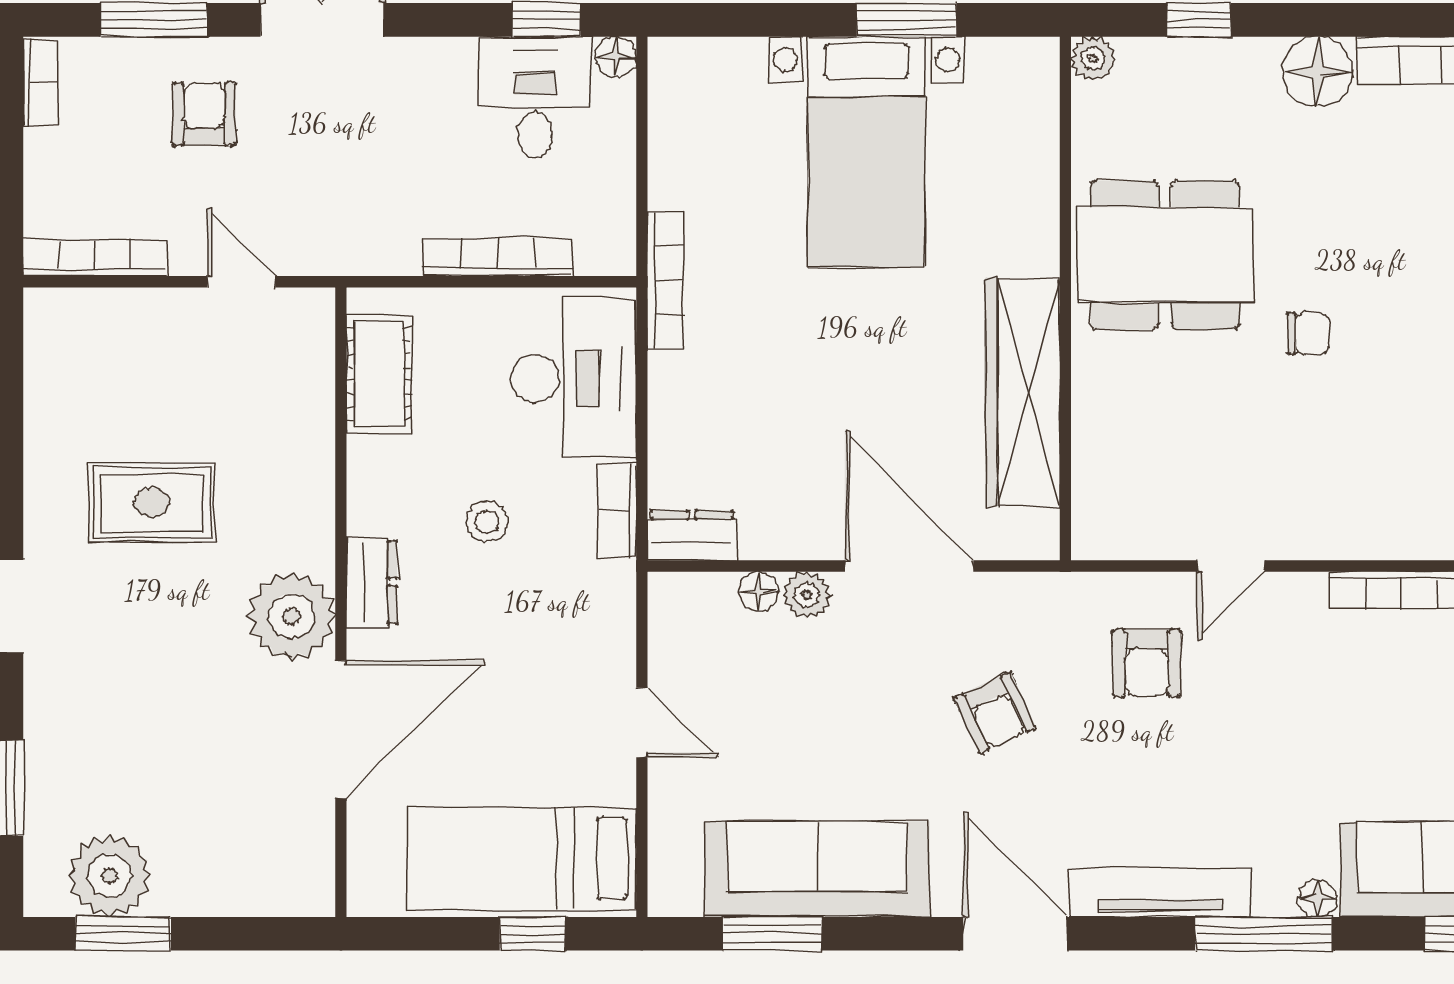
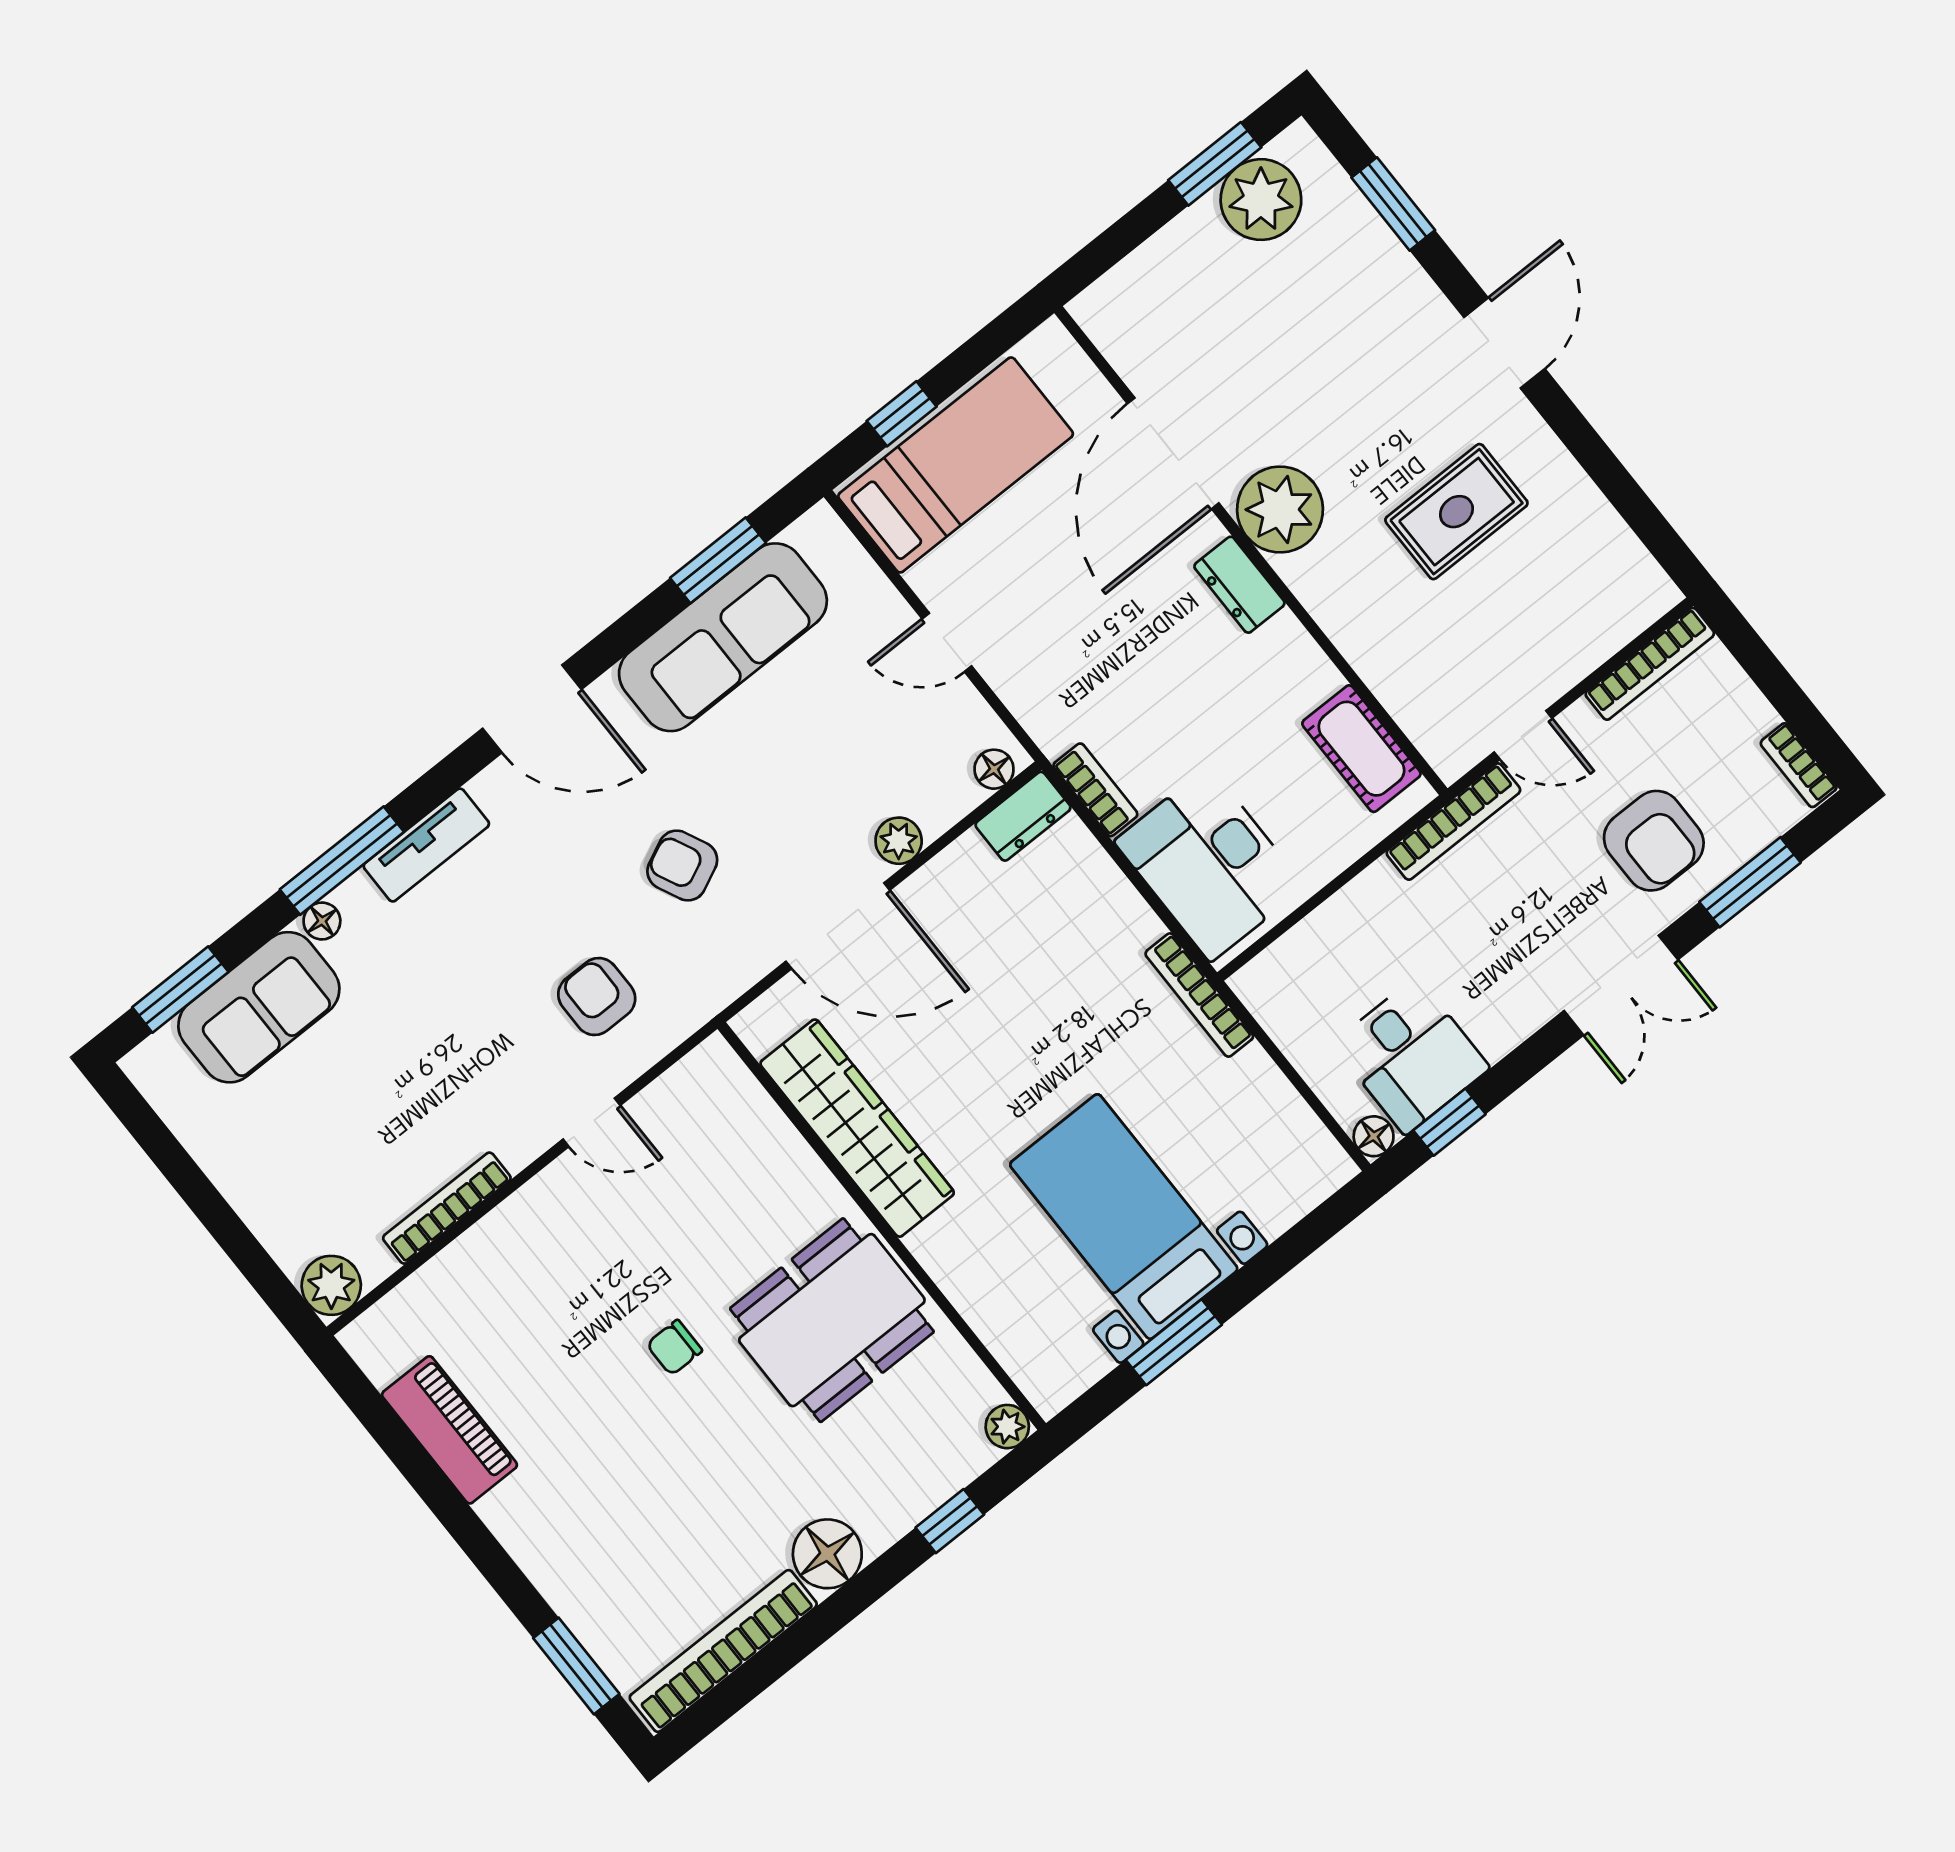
armchair: (204, 114) -> (1654, 841), width x1.38, depth x1.38
bookcase: (498, 257) -> (1453, 822), moved
stool: (487, 522) -> (1188, 701), removed
door: (1231, 566) -> (592, 1122), swing flipped
floor lamp: (759, 591) -> (994, 769), moved
tv unit: (1160, 892) -> (426, 845), width x0.71

